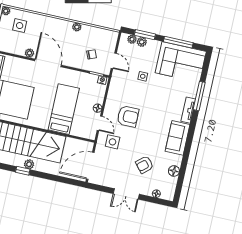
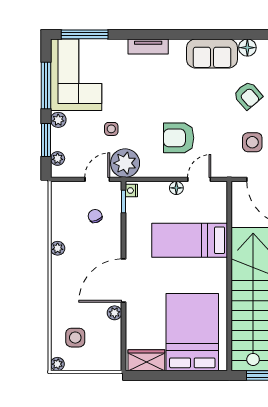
plant: (142, 42) -> (58, 120), moved
plant: (120, 80) -> (125, 163), added
window: (199, 96) -> (85, 34), moved
armchair: (128, 116) -> (179, 138), turned -90
sofa: (178, 138) -> (212, 54), moved
side table: (113, 142) -> (252, 142), moved

